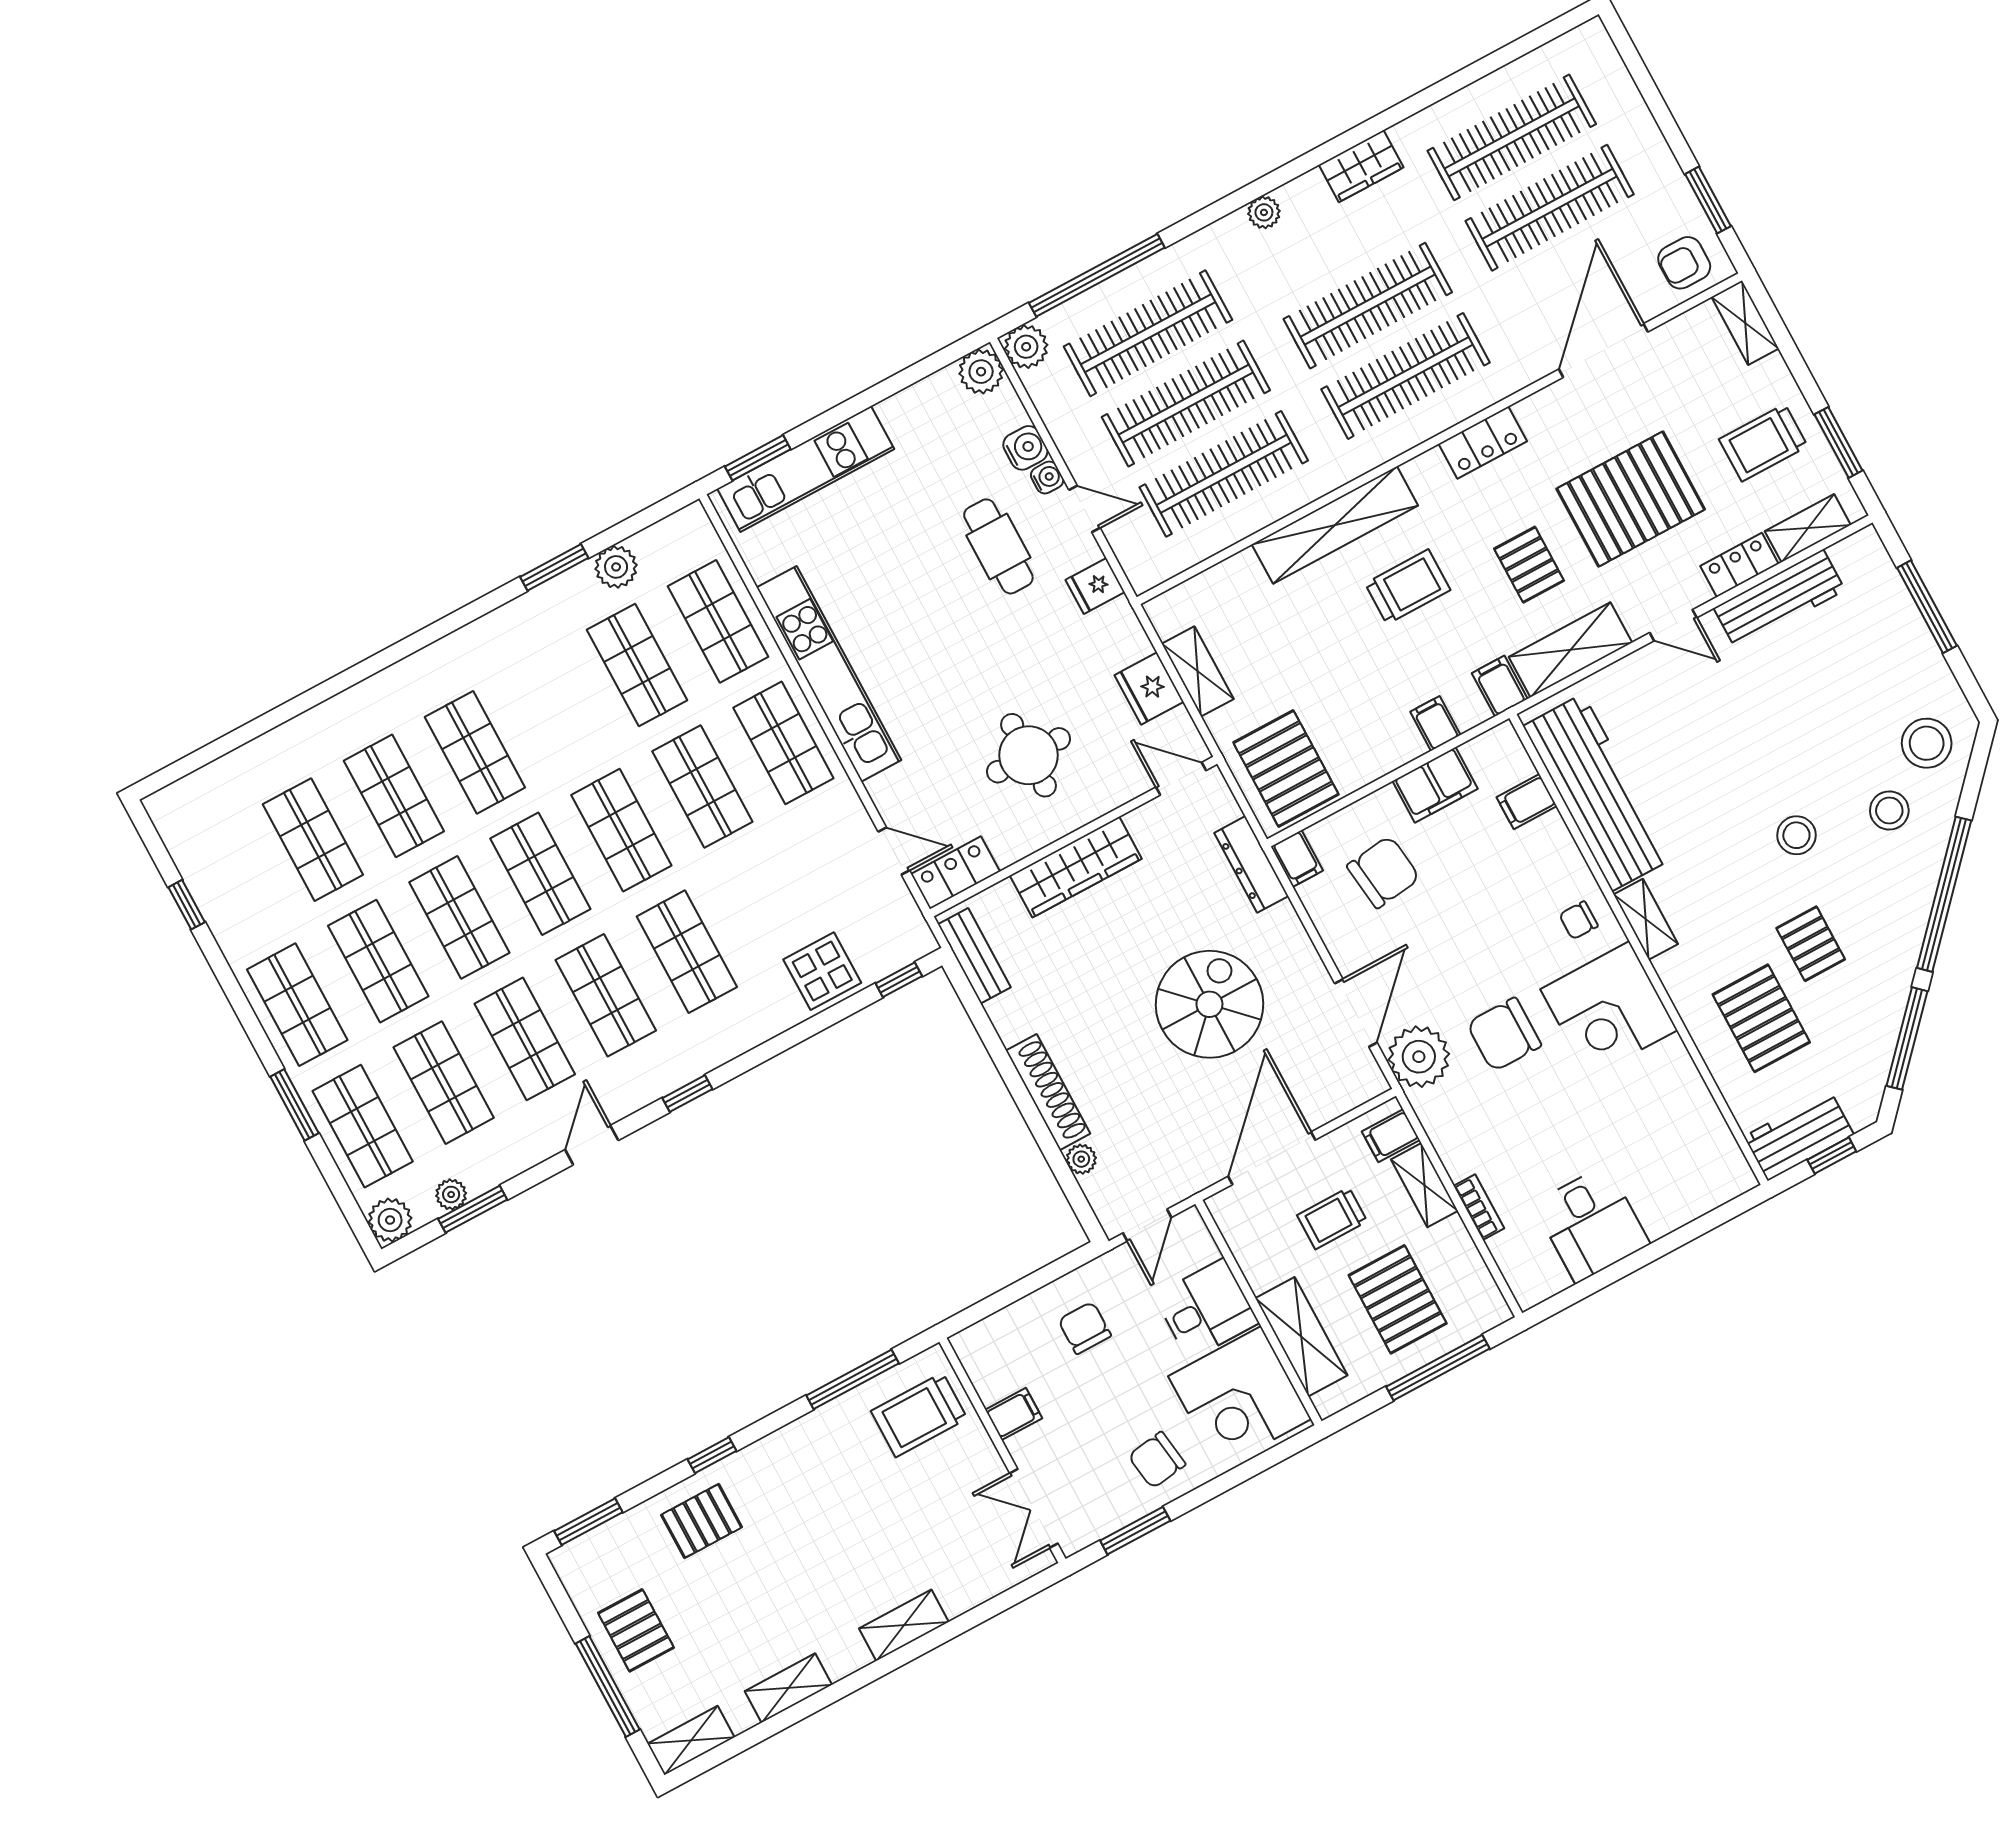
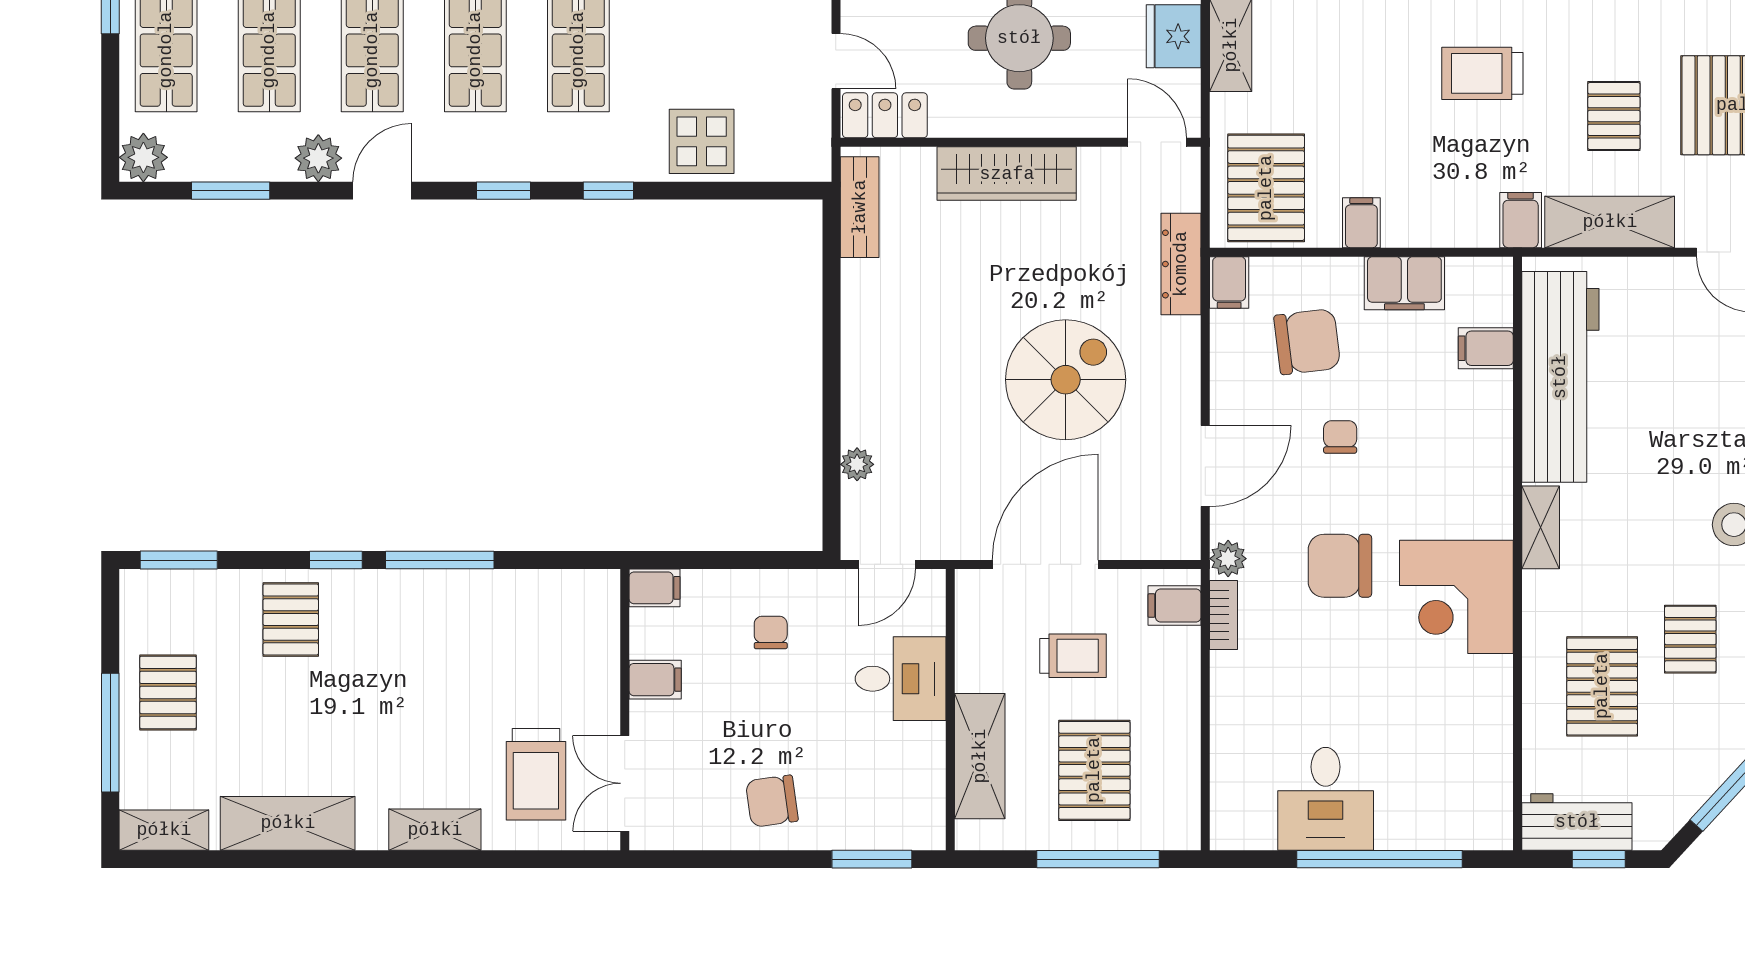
trolley: (1408, 587) -> (1482, 73), turned 180
filing cabinet: (1435, 723) -> (1361, 223), moved
chair: (1579, 920) -> (1340, 437), moved, turned 90
window: (899, 980) -> (608, 191), moved
plant: (1419, 1057) -> (1228, 559), width x0.53, depth x0.53
shoe rack: (1048, 1092) -> (860, 381), removed
shelving: (1424, 1185) -> (1181, 672), removed
plant: (451, 1194) -> (318, 158), moved, width x1.38, depth x1.38
bookcase: (1479, 1207) -> (1224, 615), moved
trolley: (1332, 1218) -> (1073, 656), turned 180
window: (1659, 1248) -> (1379, 859), added
chair: (1085, 1328) -> (771, 632), width x0.73, depth x0.73
filing cabinet: (974, 1342) -> (655, 588), added
window: (853, 1379) -> (440, 560), moved
corner desk: (1240, 1398) -> (887, 784), removed
trolley: (919, 1415) -> (536, 774), moved, turned -90
pallet: (702, 1521) -> (291, 619), turned 90
window: (1135, 1531) -> (872, 859), moved
shelving: (788, 1688) -> (288, 823), width x1.50, depth x1.33

